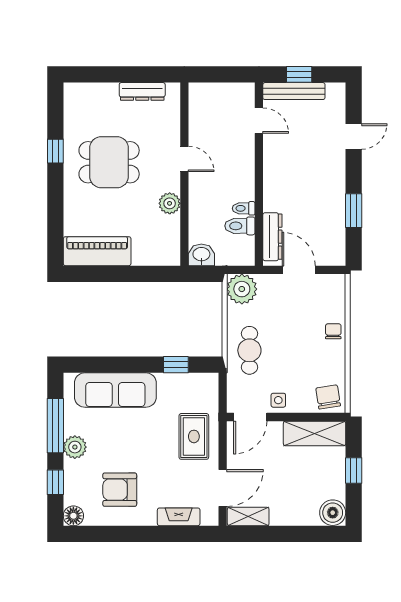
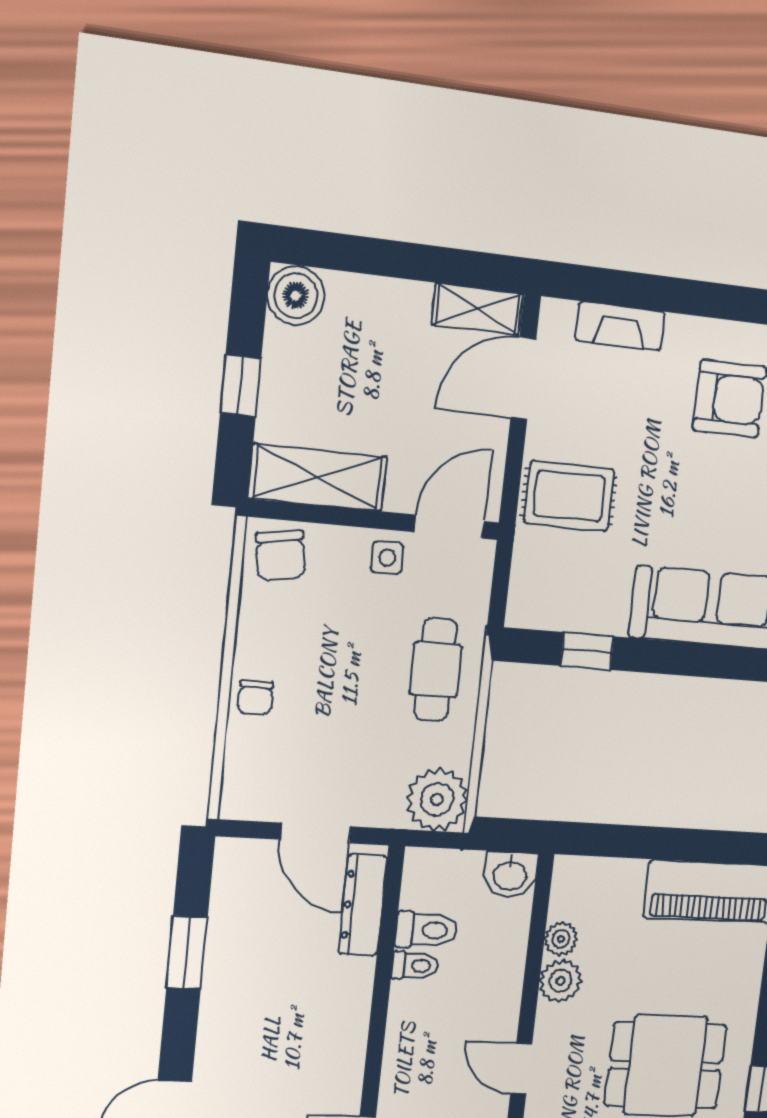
plant: (172, 224) -> (561, 939), added
rug: (194, 436) -> (569, 496), turned 90

